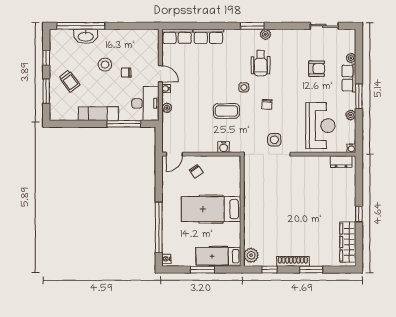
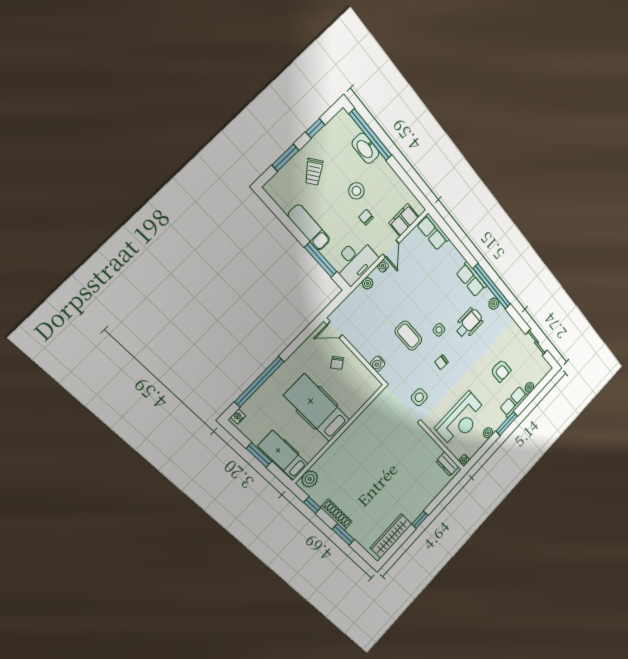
window: (252, 26) -> (492, 286), width x2.11
row of seats: (208, 36) -> (471, 279), moved
filing cabinet: (151, 49) -> (404, 220), added
wheelchair: (261, 63) -> (469, 323), turned 180

